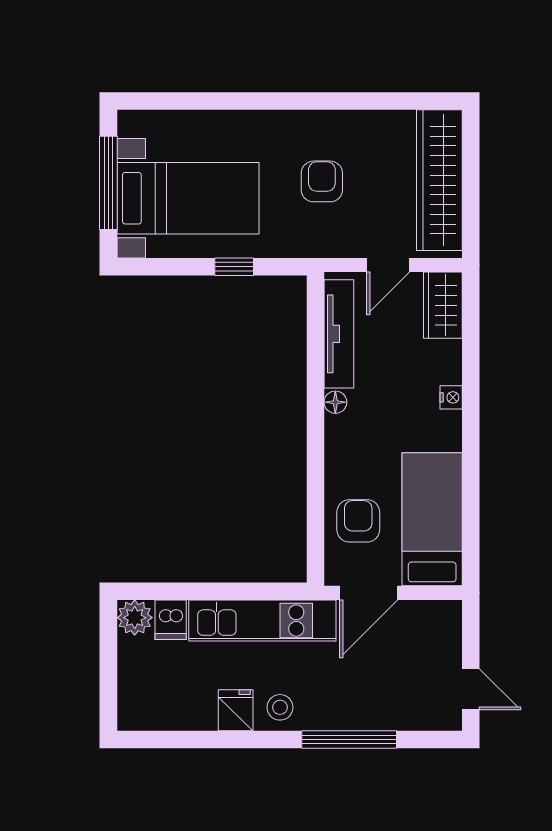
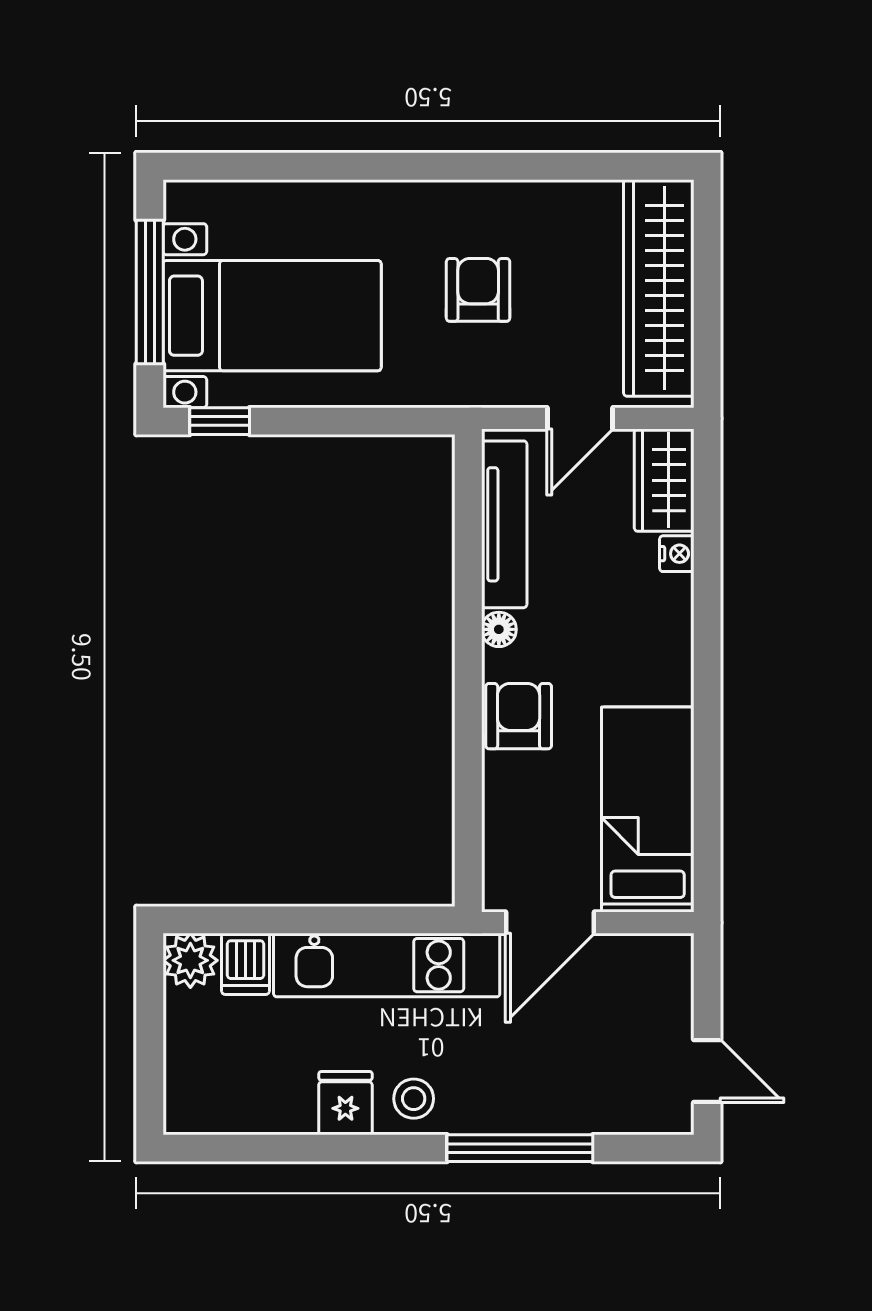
window: (234, 267) -> (220, 421), moved
nightstand: (451, 397) -> (677, 554), moved
armchair: (358, 521) -> (519, 716), moved

